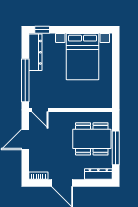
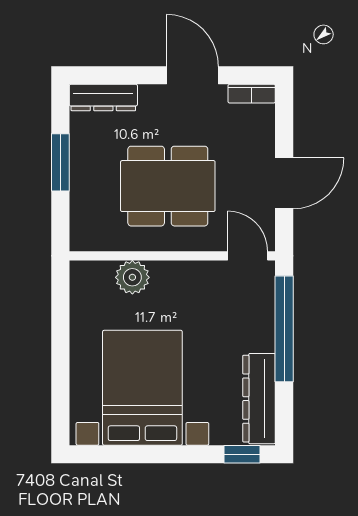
plant: (87, 101) -> (132, 277), added
dining table: (92, 139) -> (168, 186), moved
window: (116, 148) -> (60, 162), width x0.69

